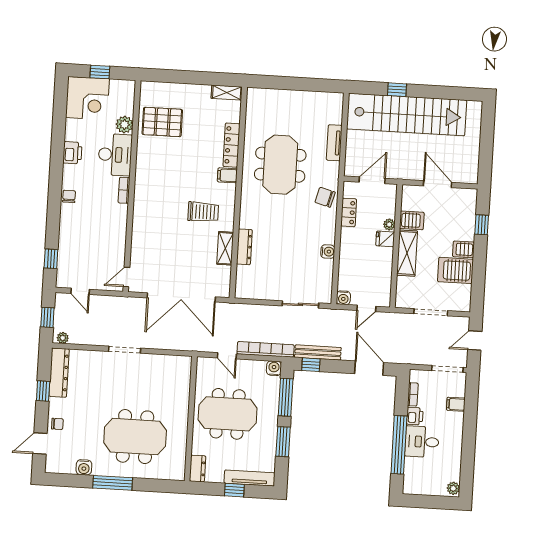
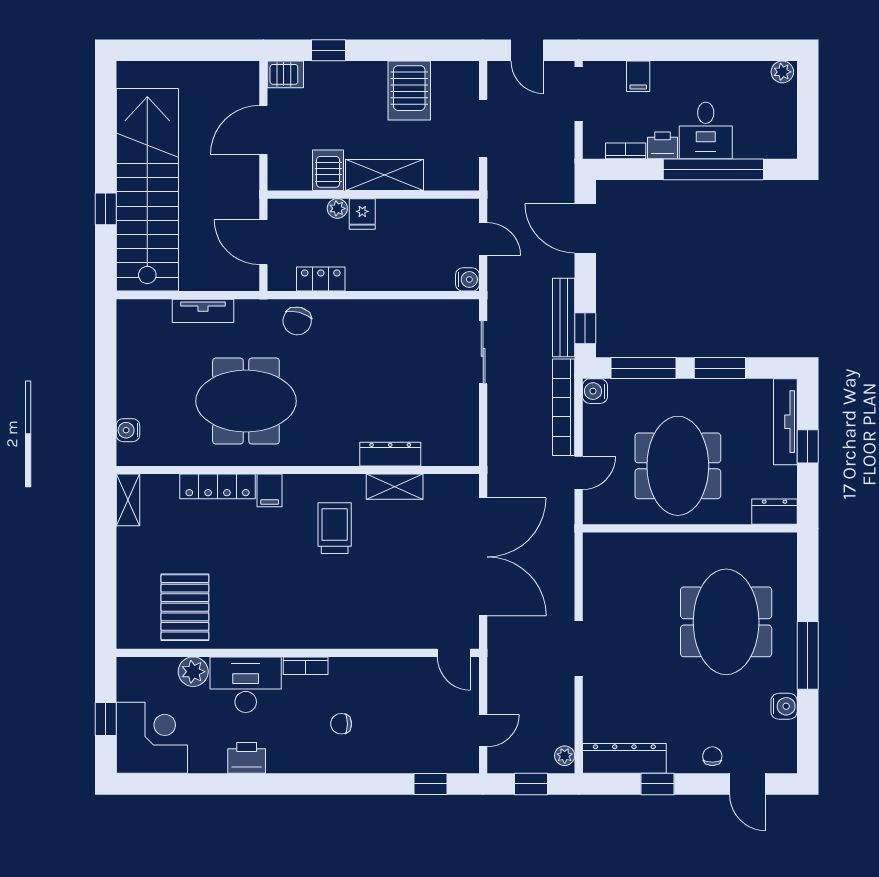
chair: (69, 196) -> (341, 724), moved
server rack: (463, 249) -> (285, 74), moved, turned -90
water cooler: (328, 252) -> (128, 430), moved, turned -90
door: (369, 368) -> (585, 228), hinge flipped

